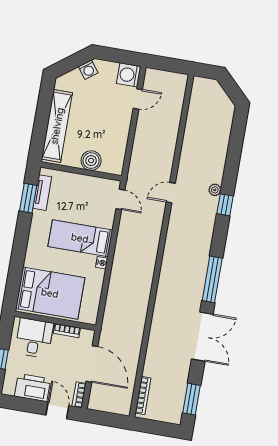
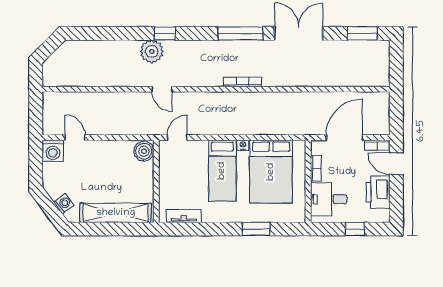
washing machine: (88, 70) -> (64, 204), moved
boiler: (91, 161) -> (144, 151), moved
plant: (215, 190) -> (152, 51), width x1.88, depth x1.88
window: (28, 198) -> (256, 229), moved
bed: (50, 293) -> (271, 172), moved, turned 180
bookcase: (143, 395) -> (243, 82), moved
door: (57, 410) -> (396, 164), hinge flipped

